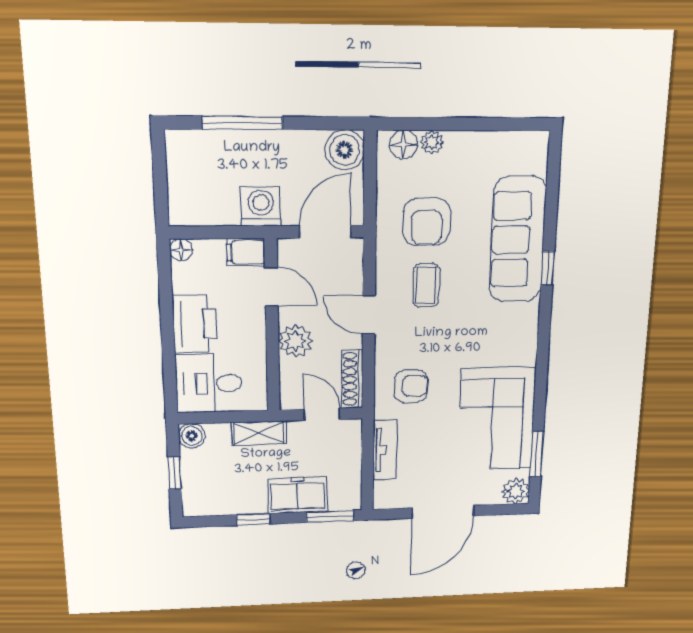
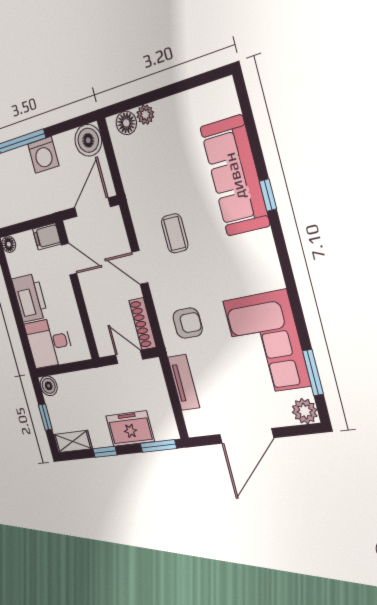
washing machine: (261, 207) -> (43, 155), moved, turned 180
armchair: (427, 222) -> (160, 180), removed
plant: (295, 341) -> (95, 299), removed
shelving: (259, 433) -> (73, 442), moved

